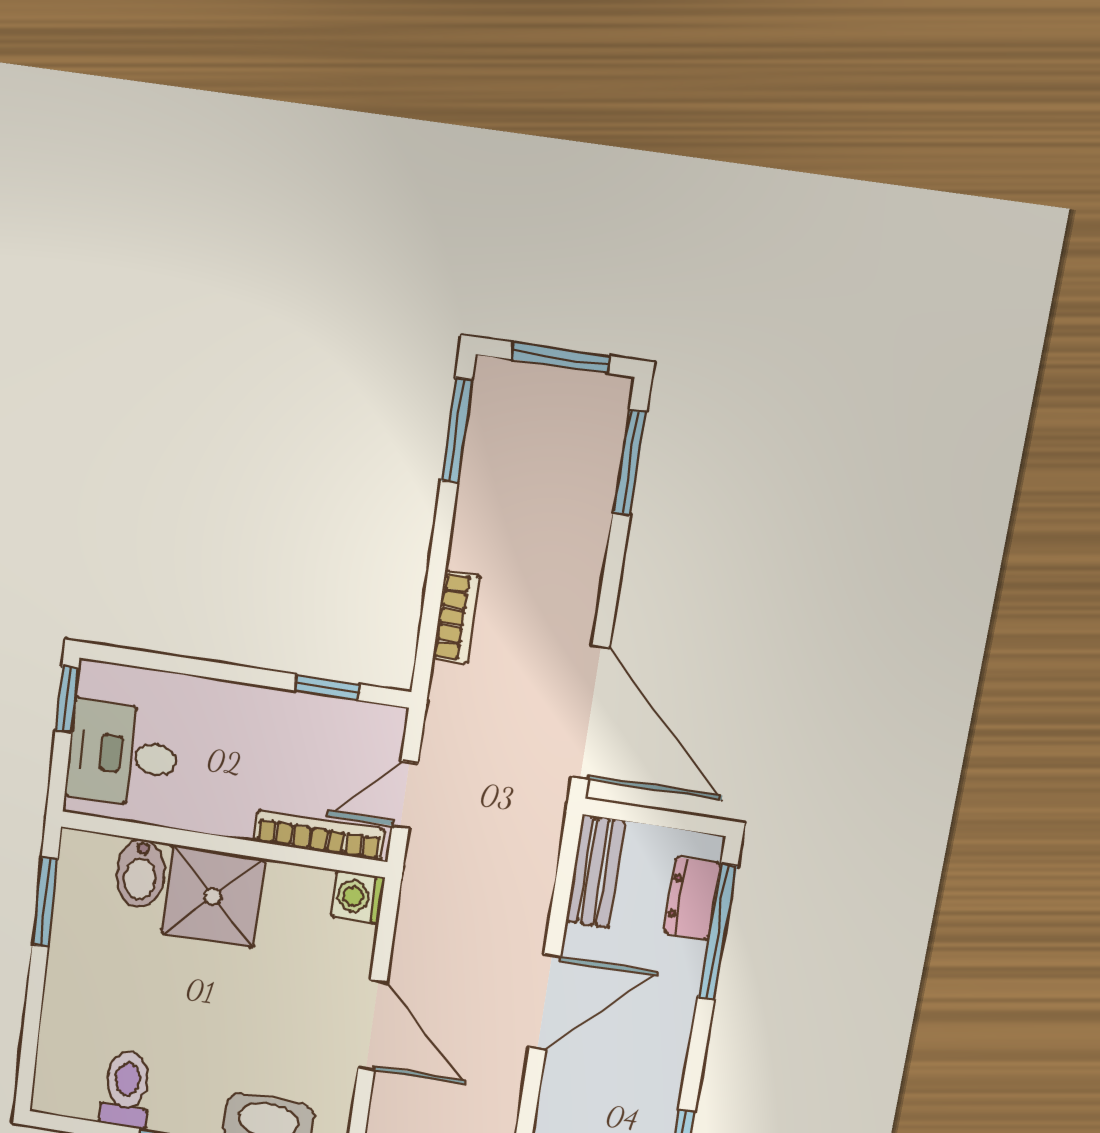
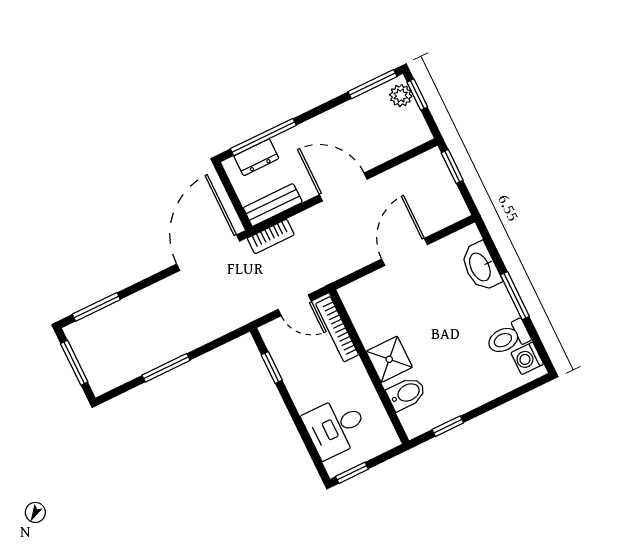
window: (456, 430) -> (166, 368), moved
bookcase: (456, 617) -> (271, 236), moved, turned 180
desk: (123, 755) -> (336, 427), moved, turned 90
shower: (213, 896) -> (389, 359), width x0.73, depth x0.73
washing machine: (358, 897) -> (527, 358), moved, turned 90
window: (45, 902) -> (448, 426), width x0.67

